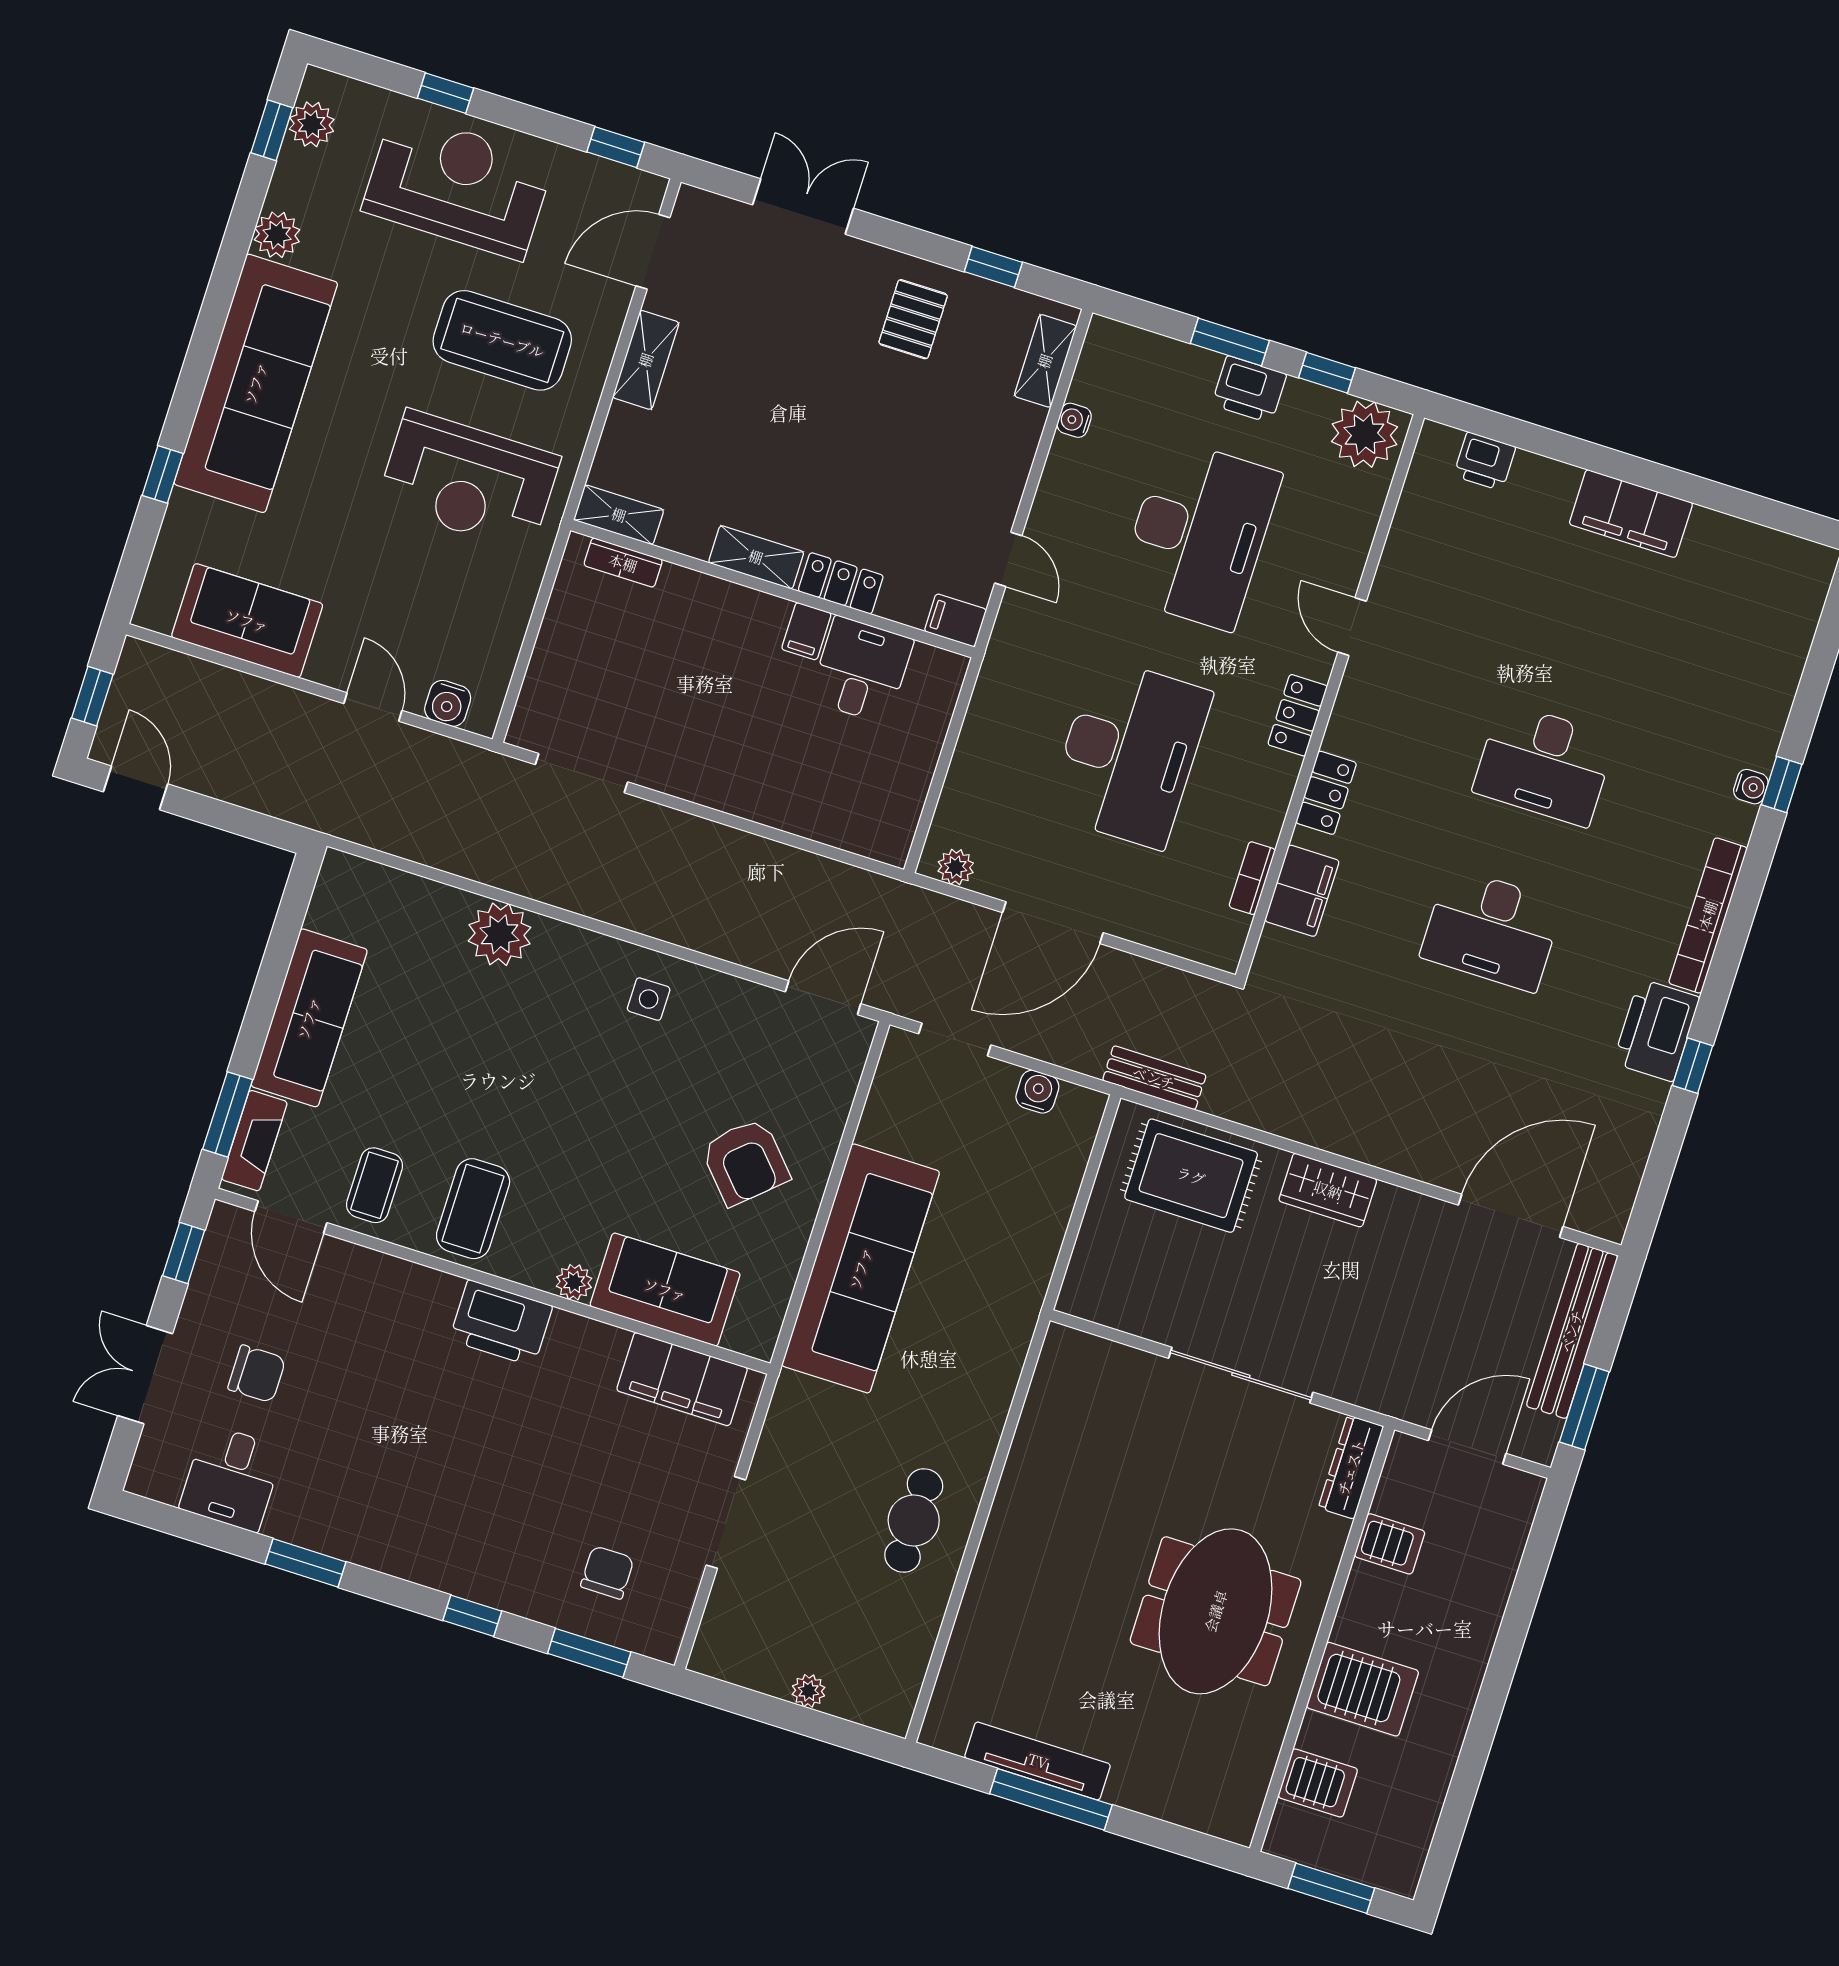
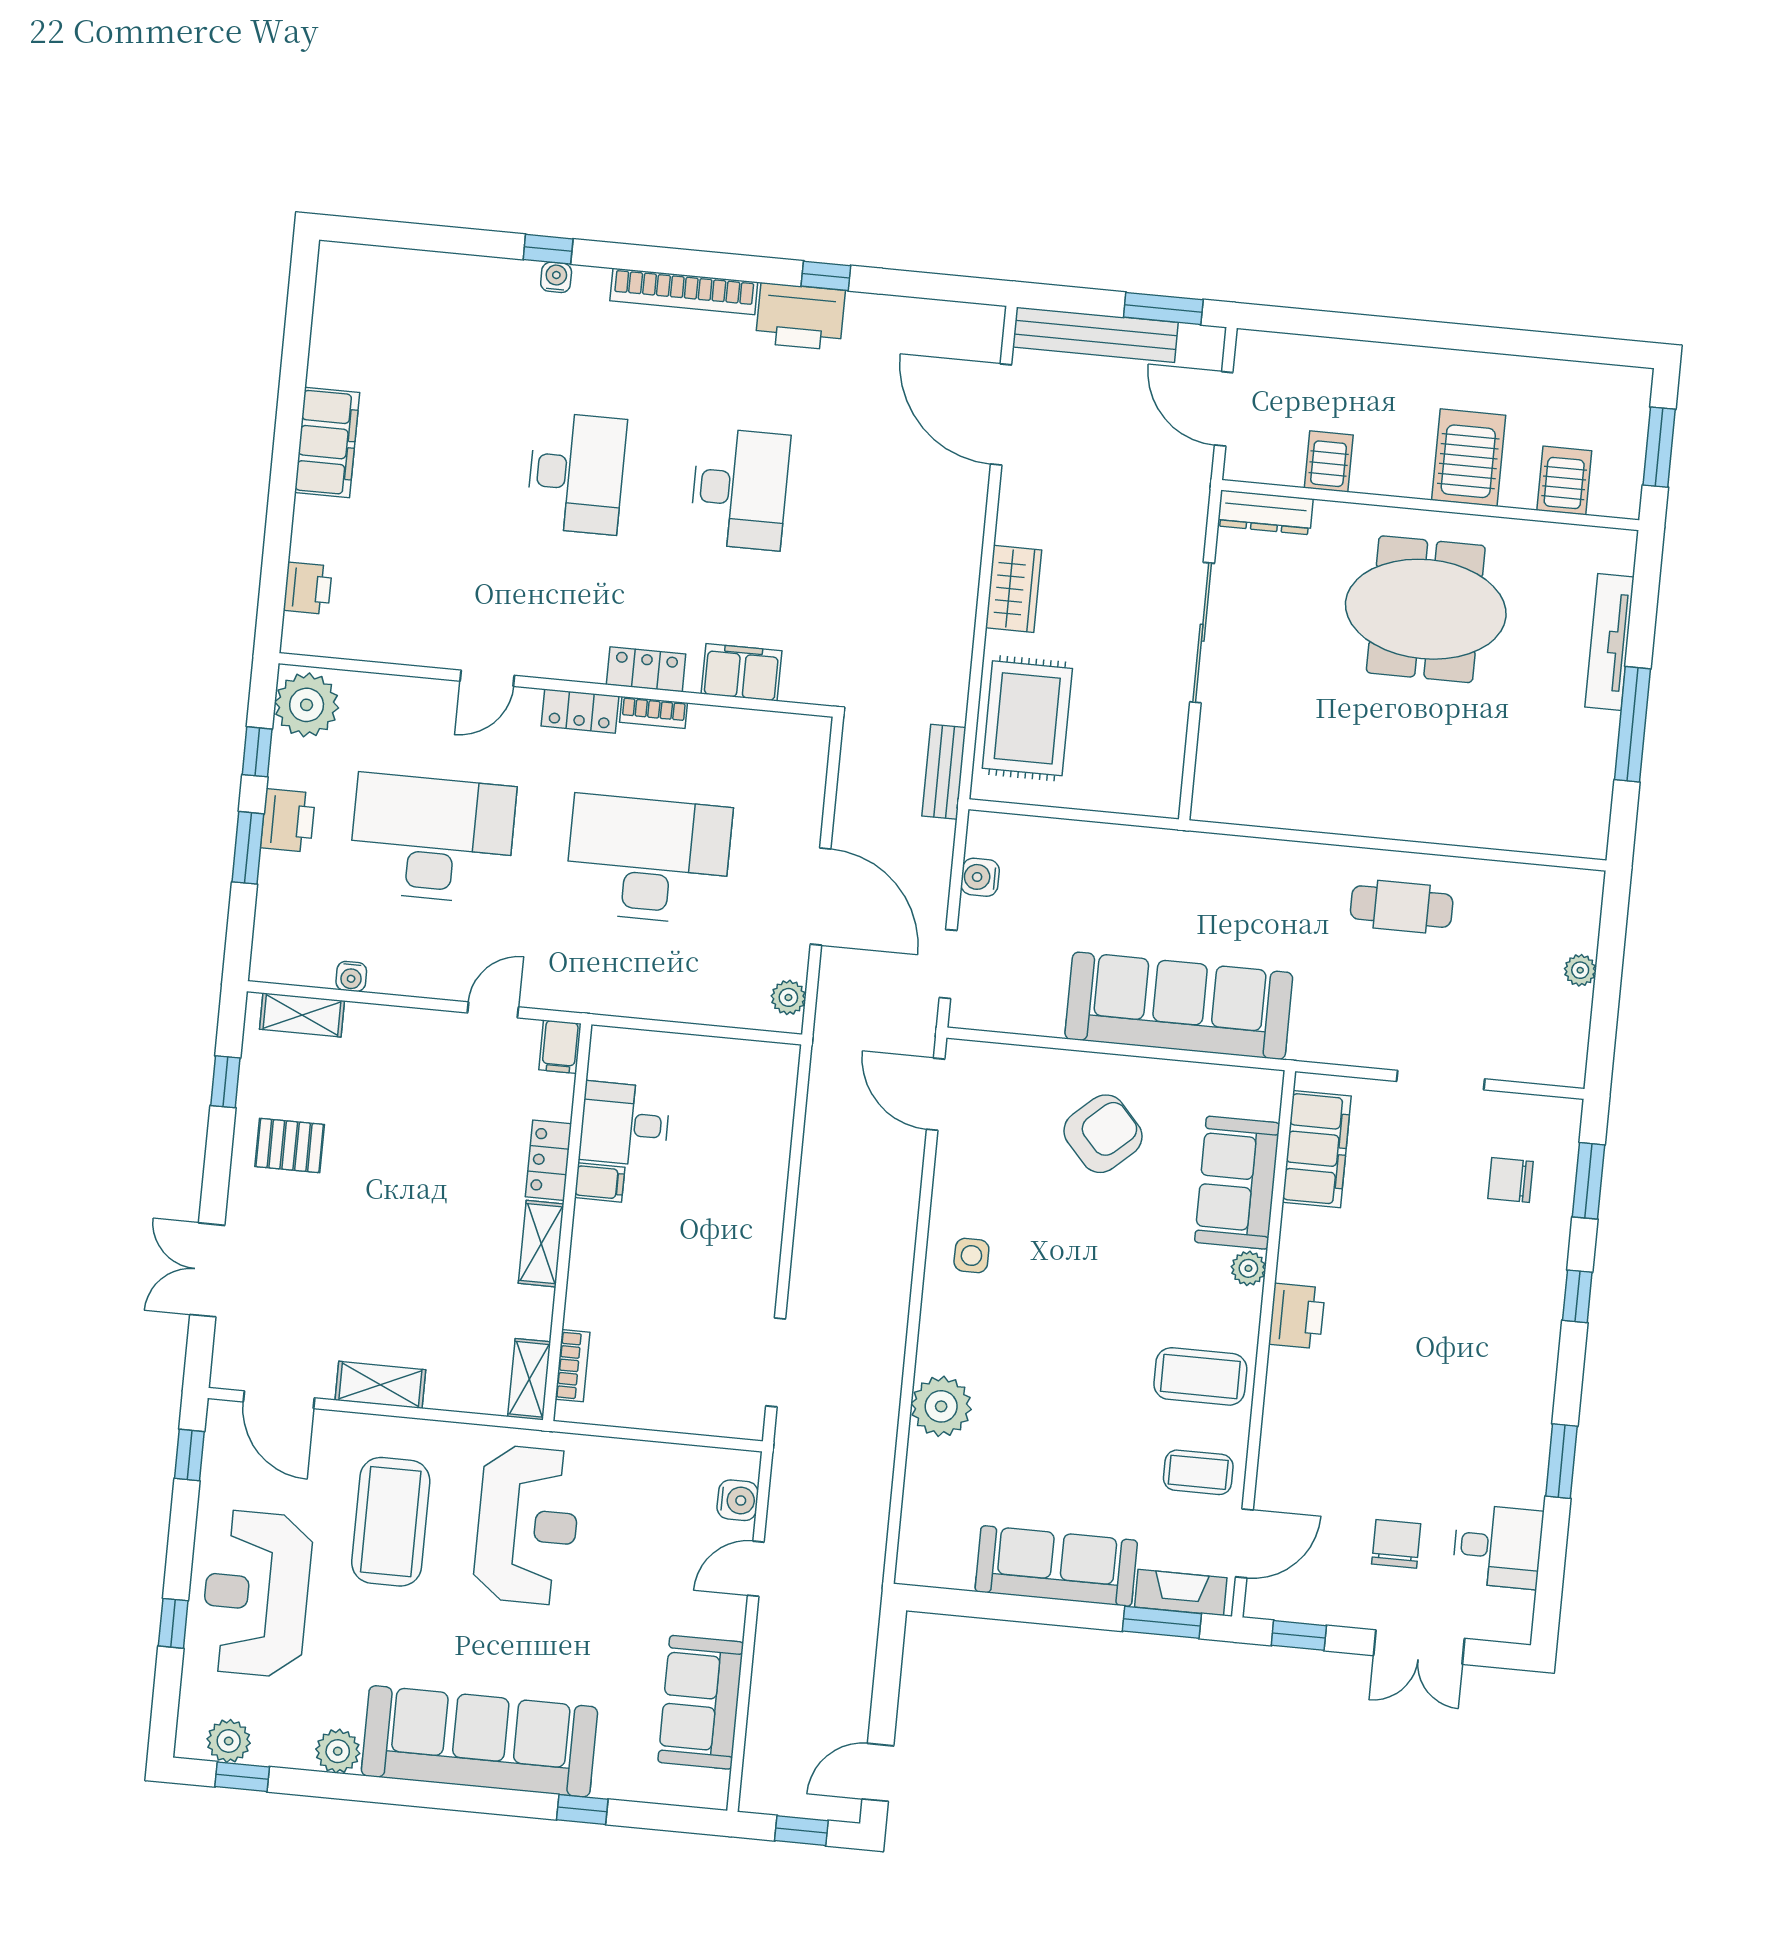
bookcase: (1252, 878) -> (654, 712), moved
printer: (501, 1323) -> (1297, 1316), width x0.73, depth x0.84
tv unit: (1038, 1761) -> (1609, 642), moved

